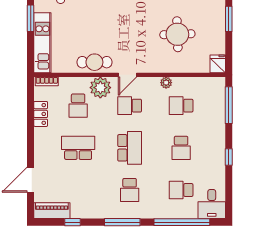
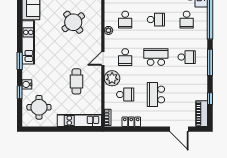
window: (31, 18) -> (62, 129), removed
round table: (177, 34) -> (73, 22), turned -36
cafe table: (94, 62) -> (76, 81), moved
door: (128, 75) -> (103, 59), swing flipped

